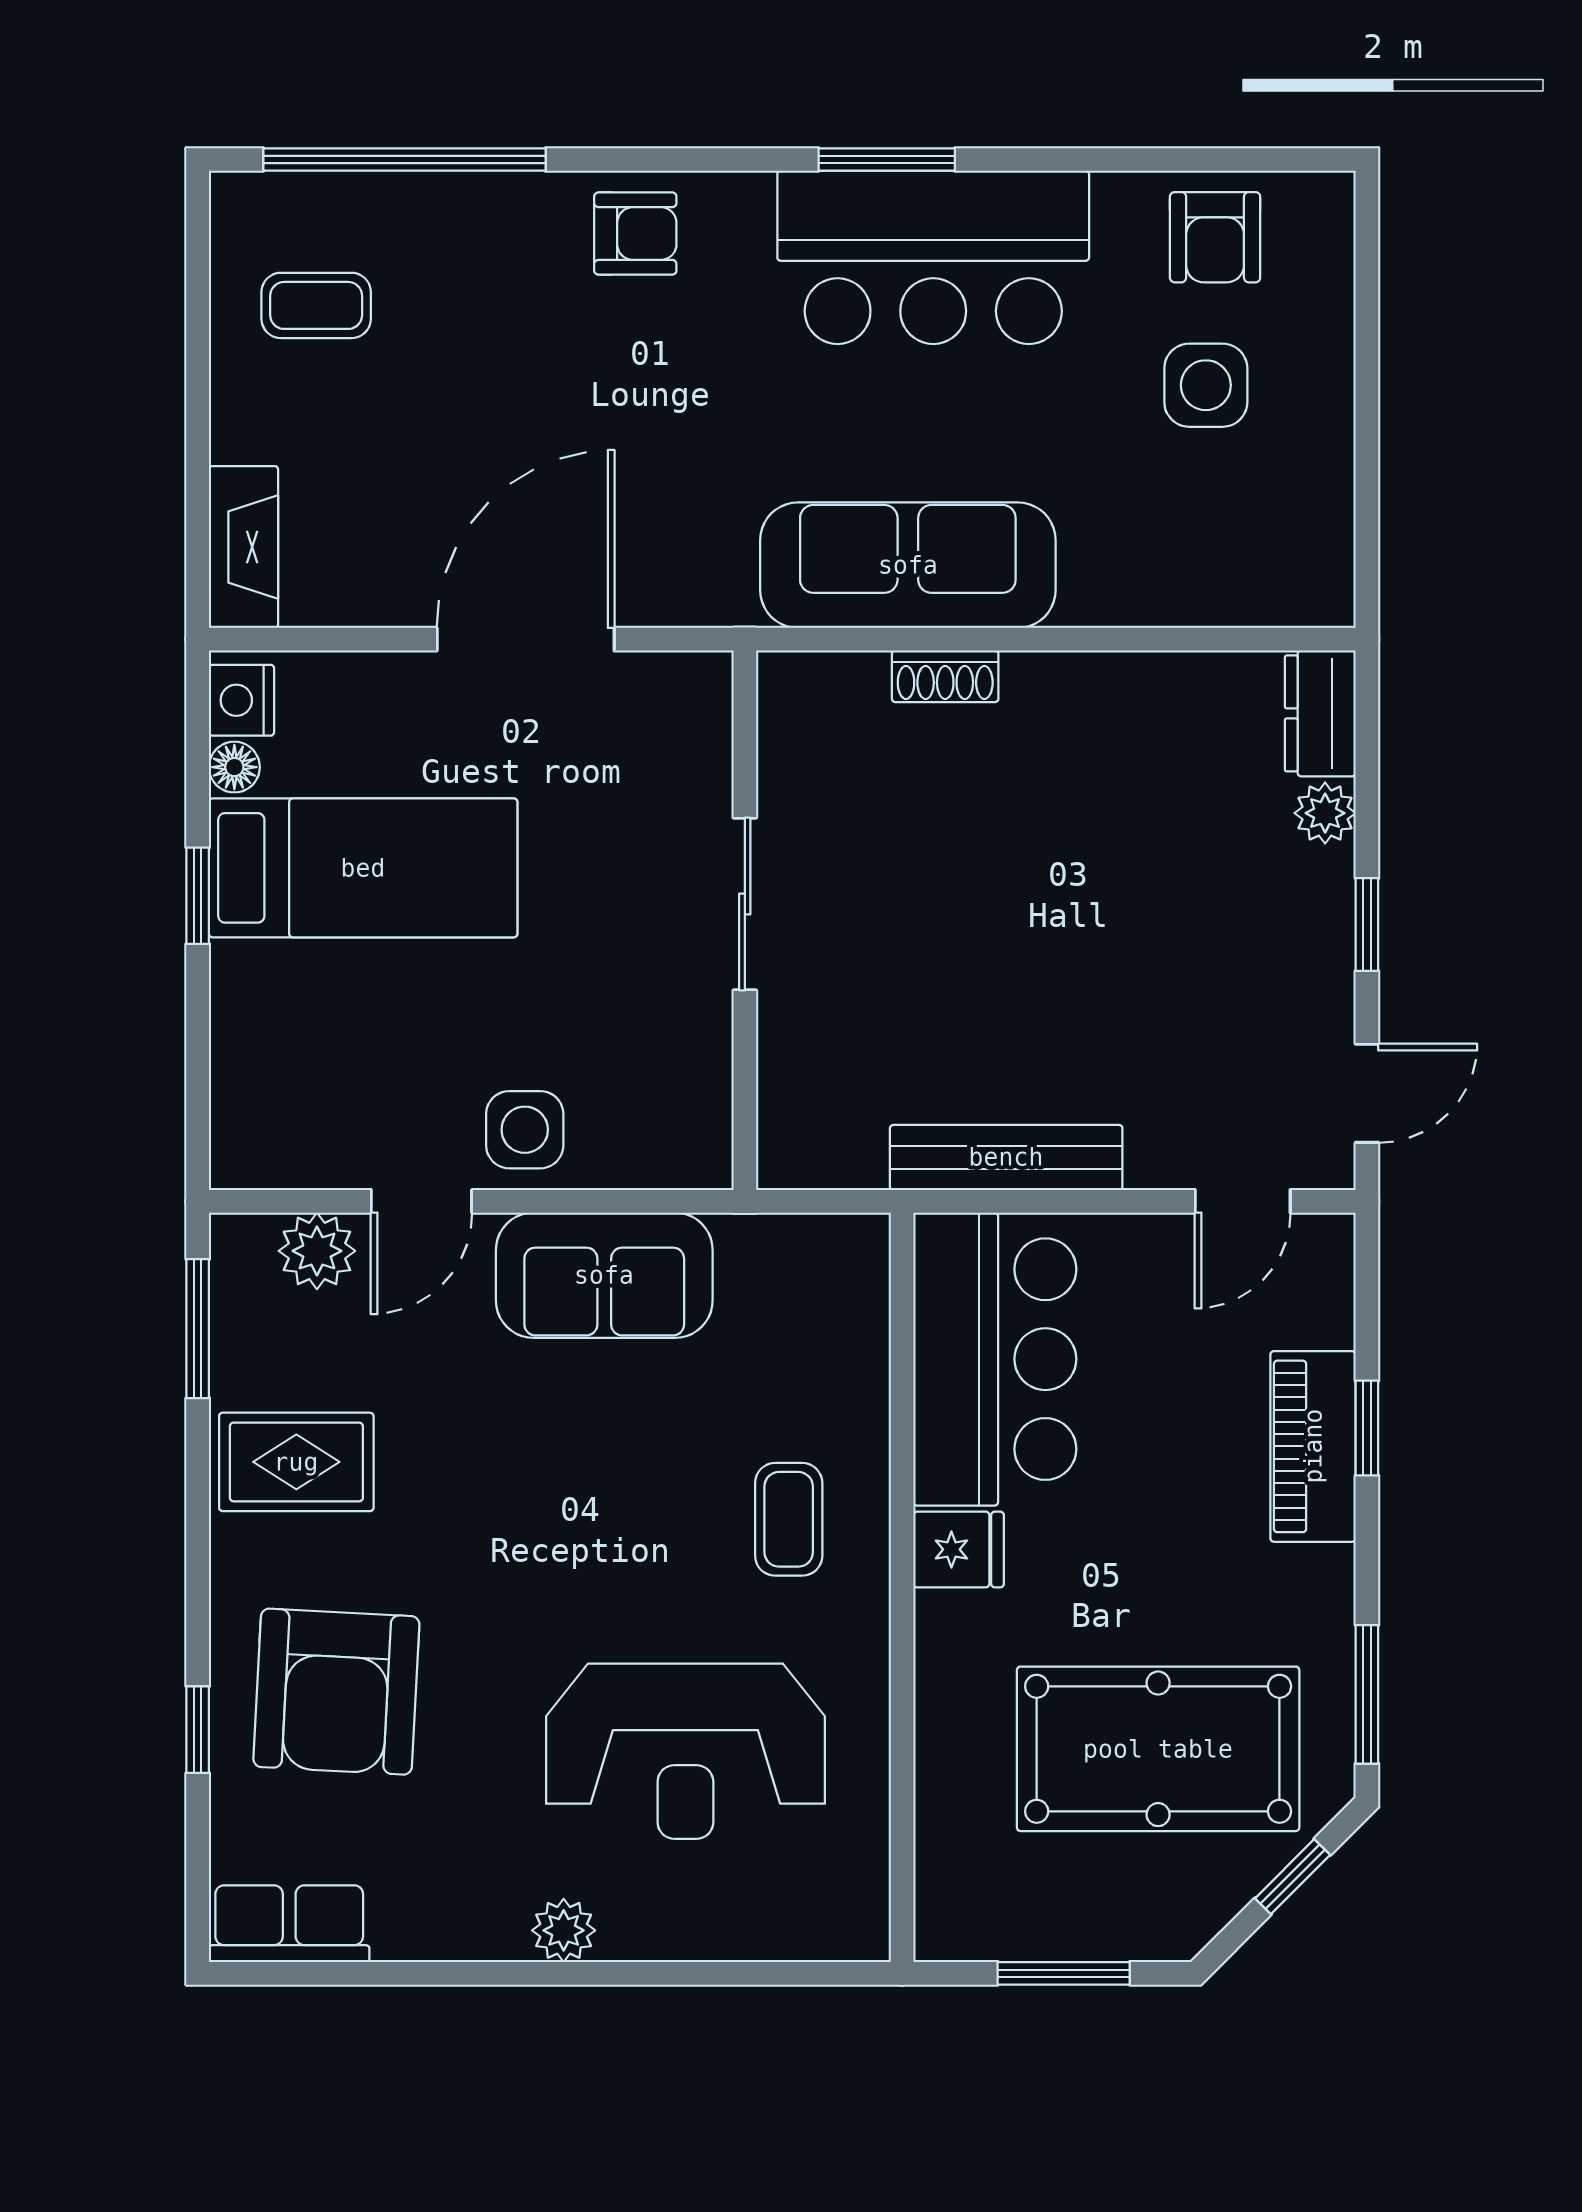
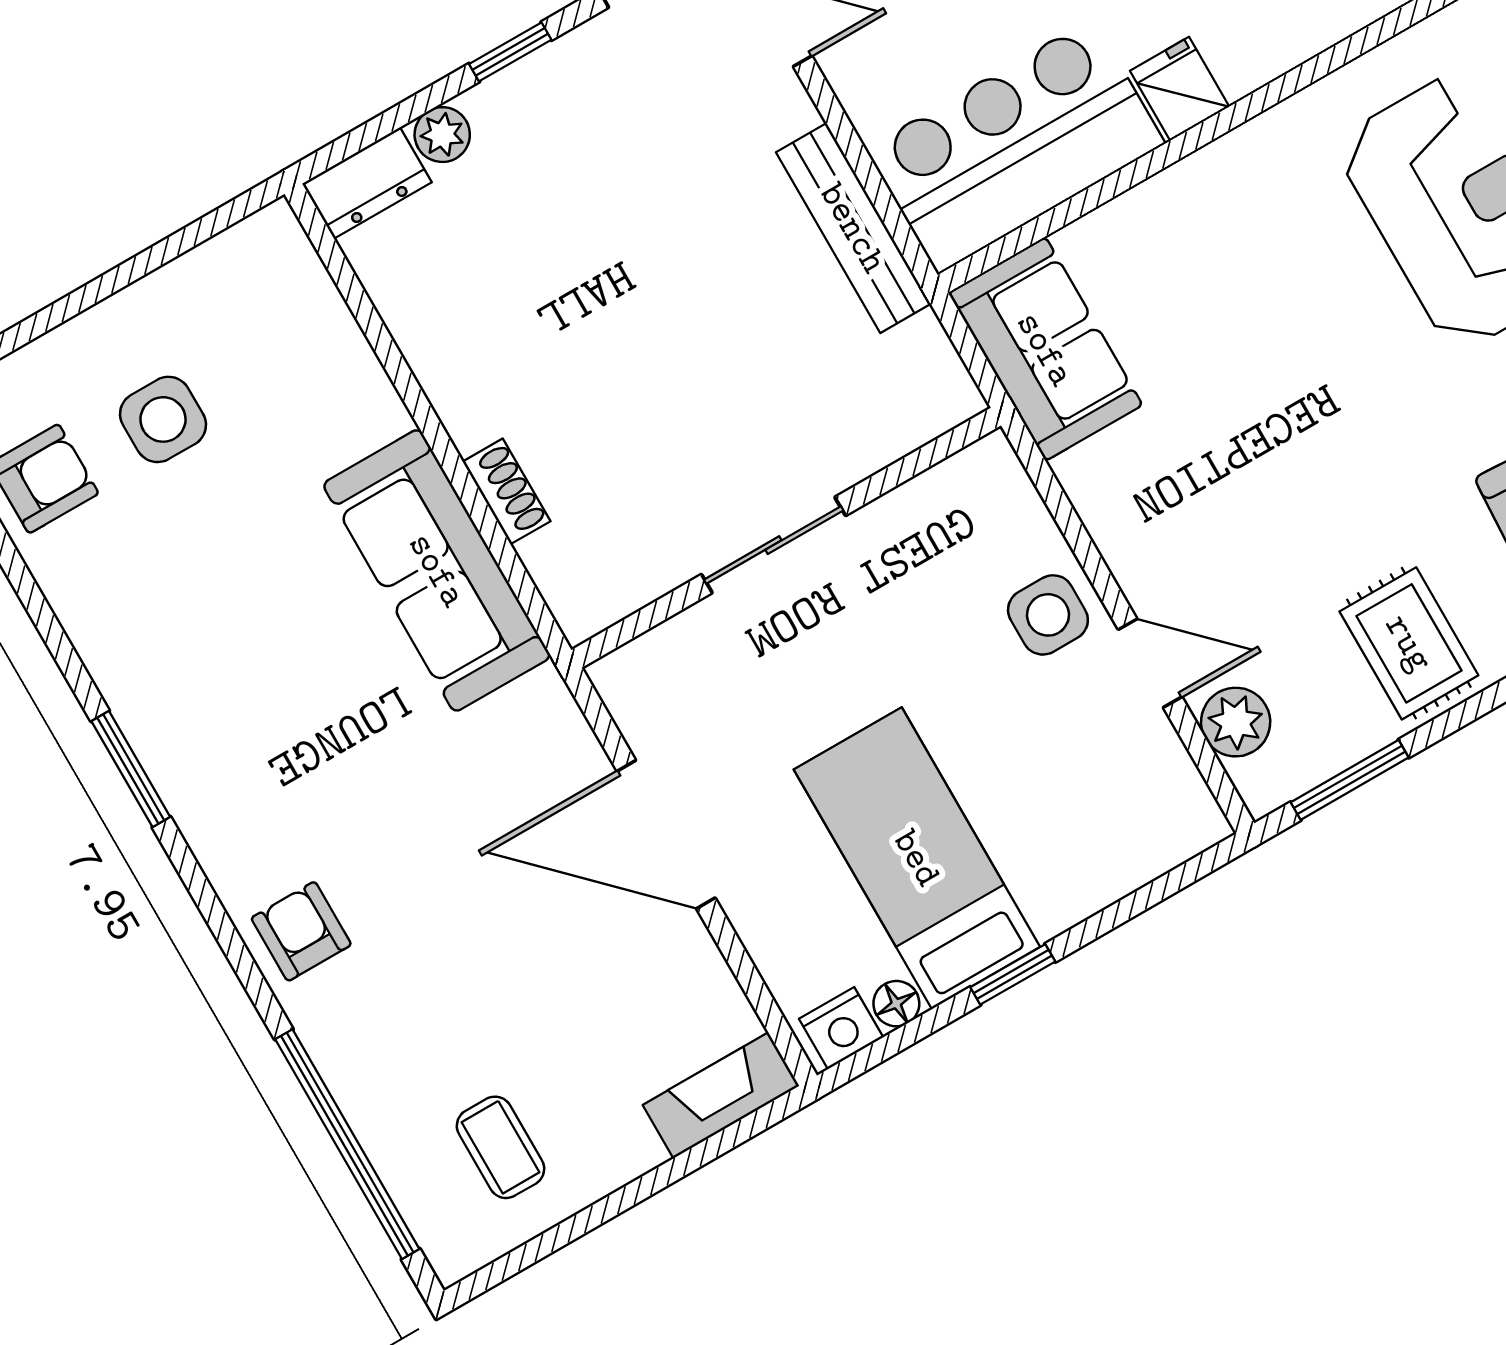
bar counter: (933, 257) -> (186, 689), removed
sofa: (604, 1275) -> (1045, 349), moved
coffee table: (789, 1519) -> (1233, 235), removed

